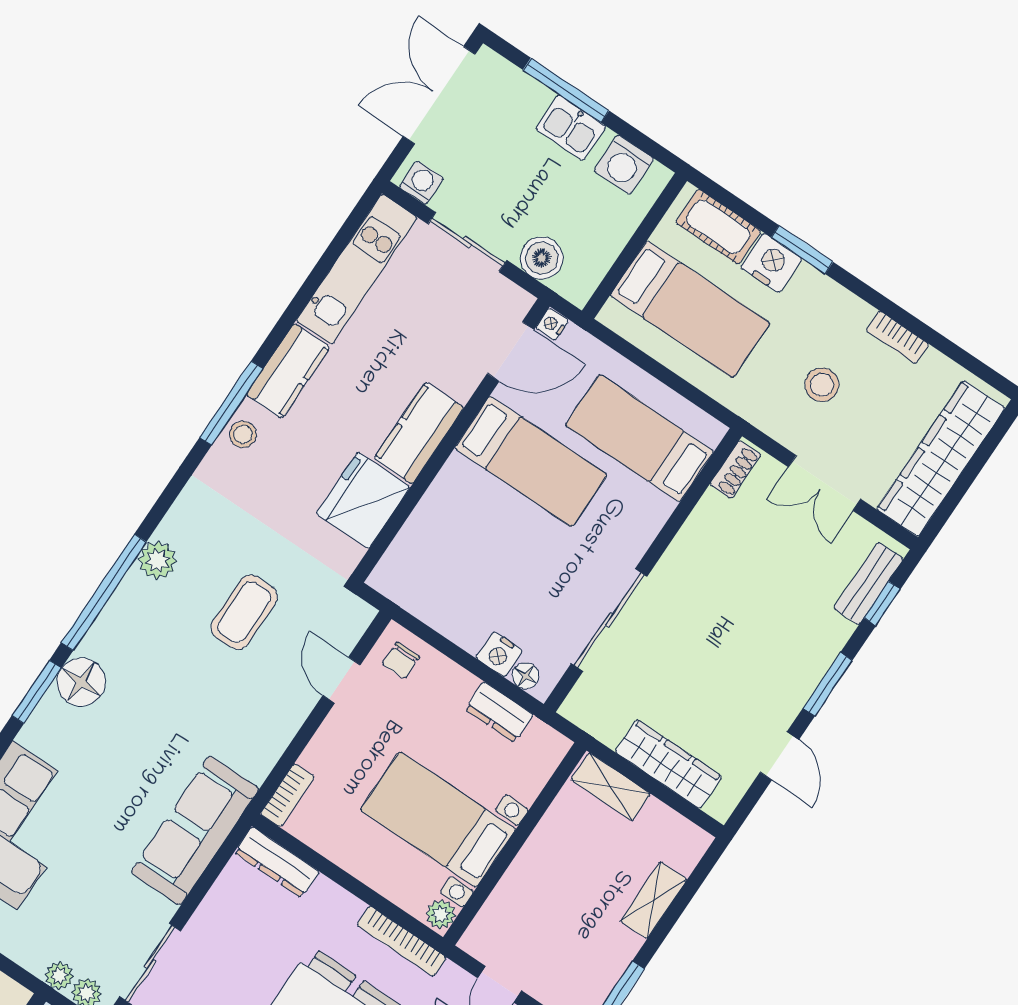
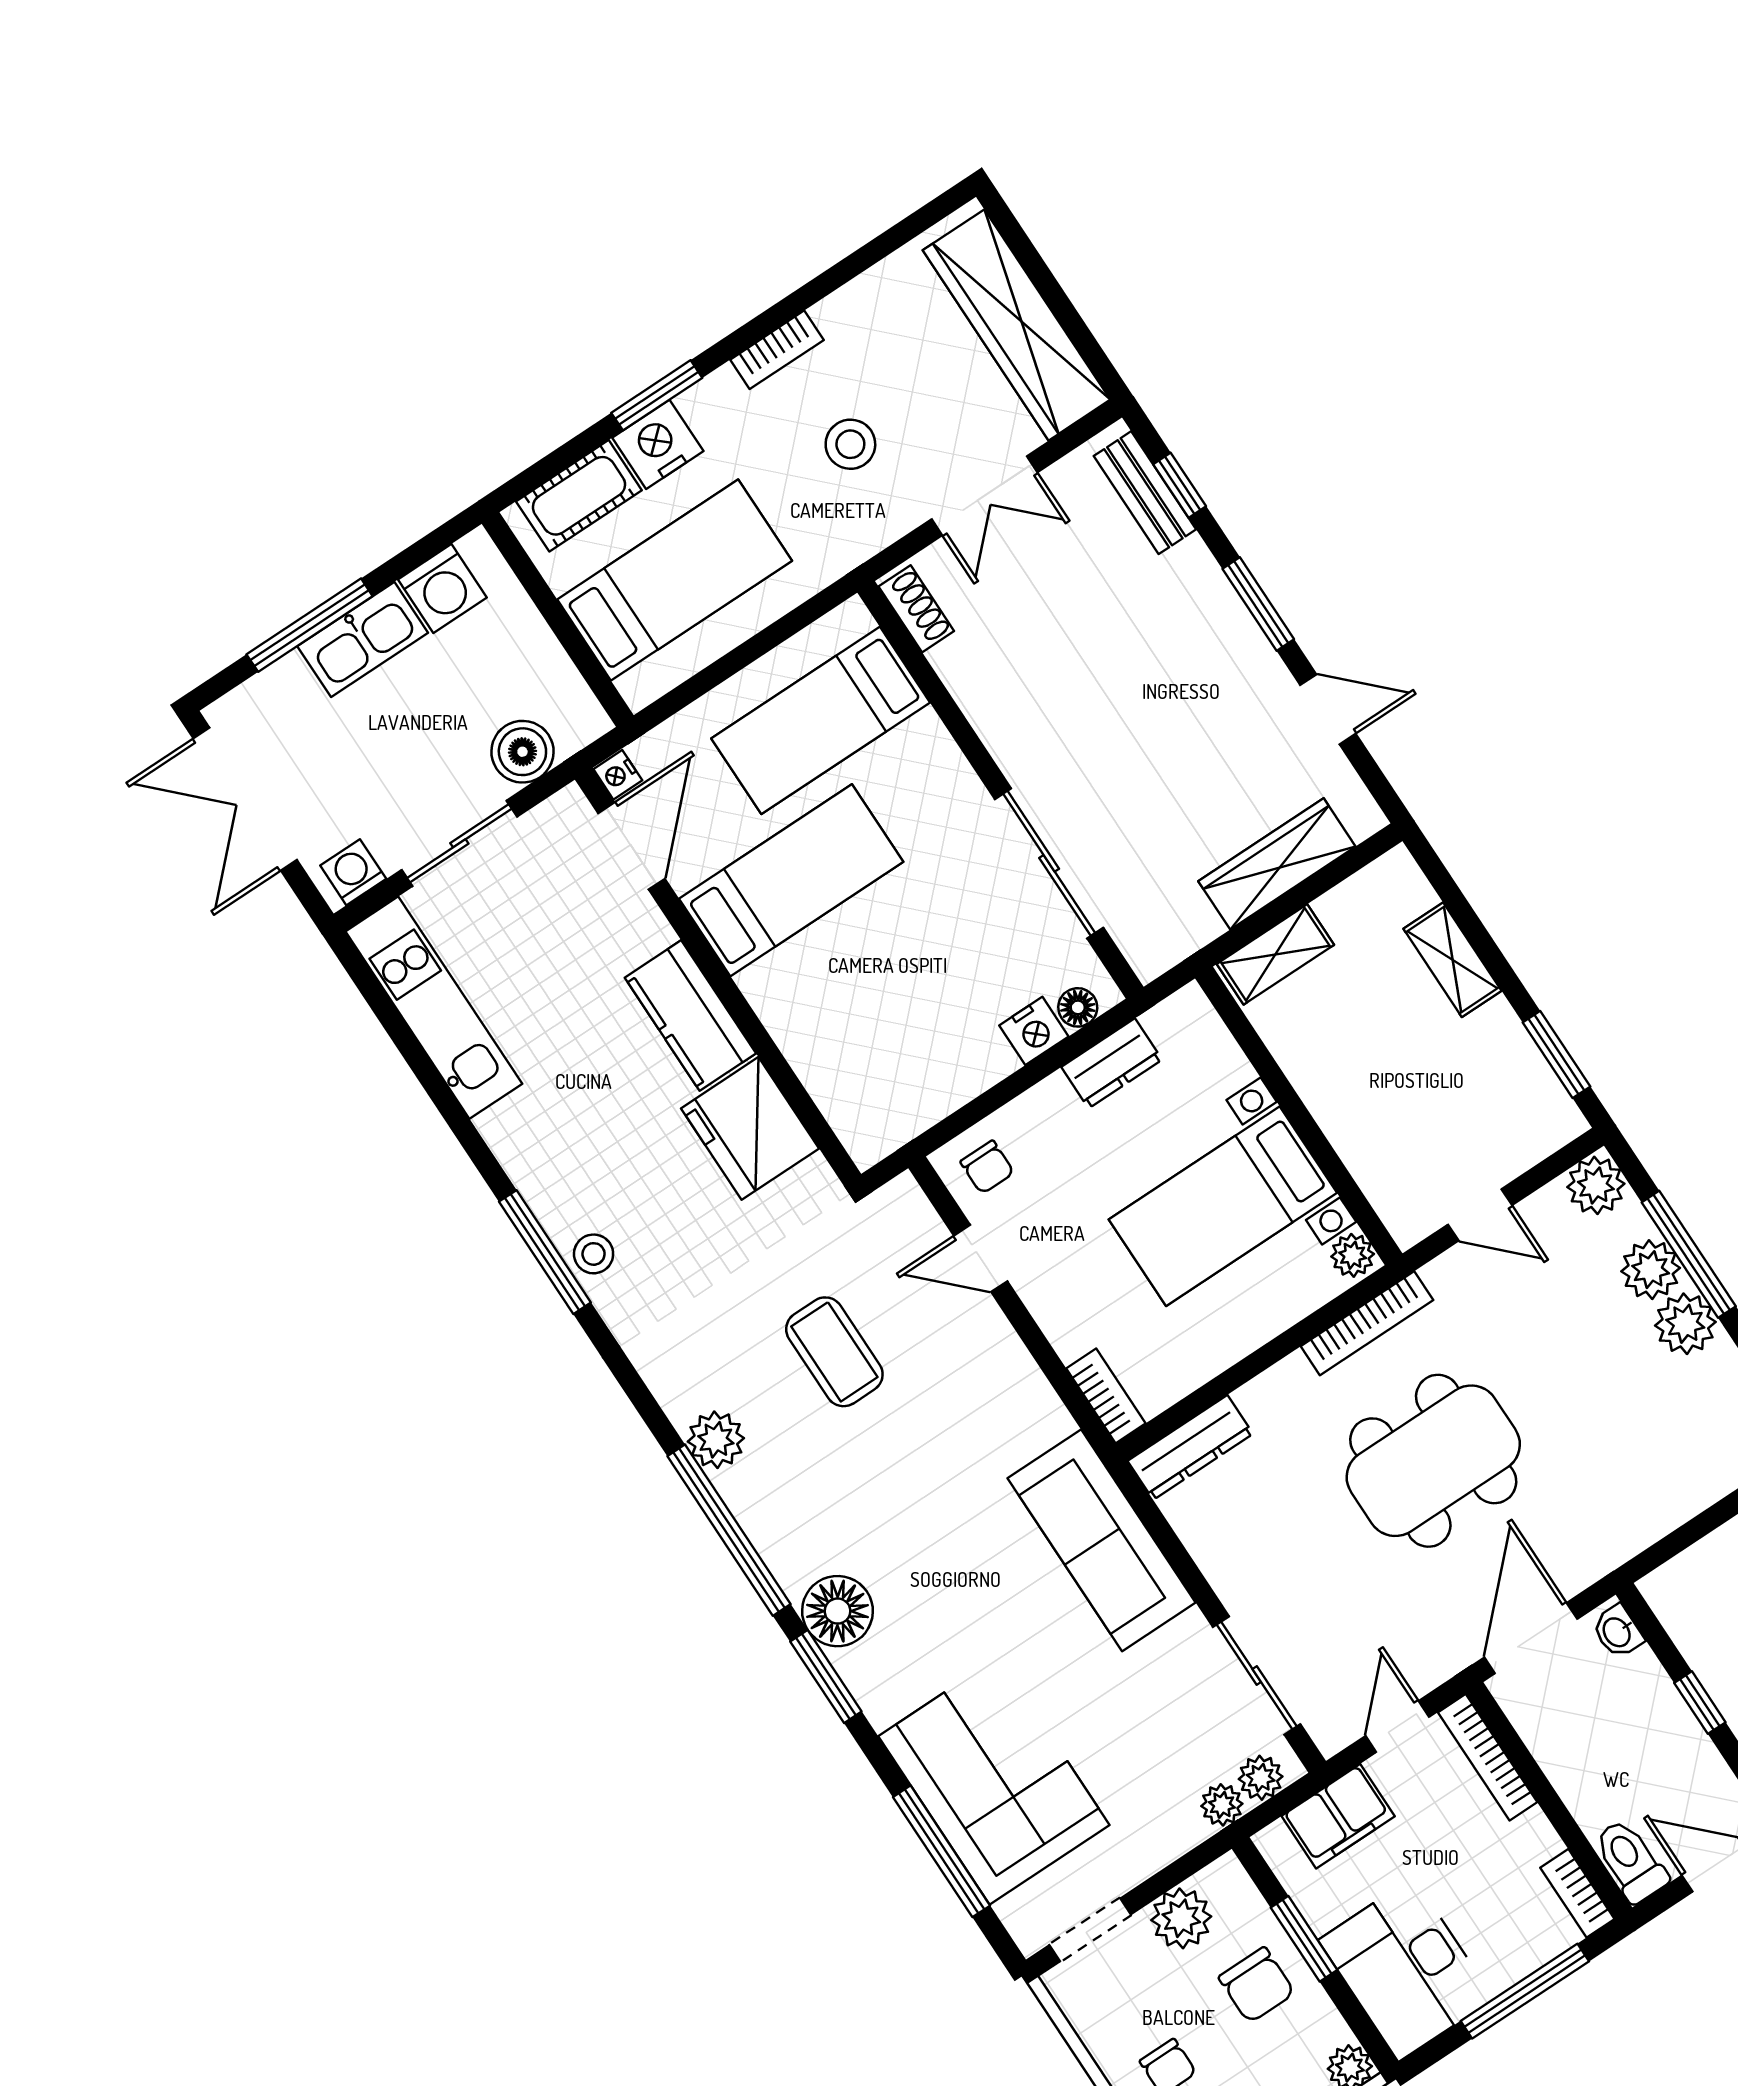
kitchen sink: (571, 128) -> (363, 640), width x1.38
bookcase: (897, 337) -> (777, 350), moved
kitchen counter: (288, 371) -> (533, 1158), removed

